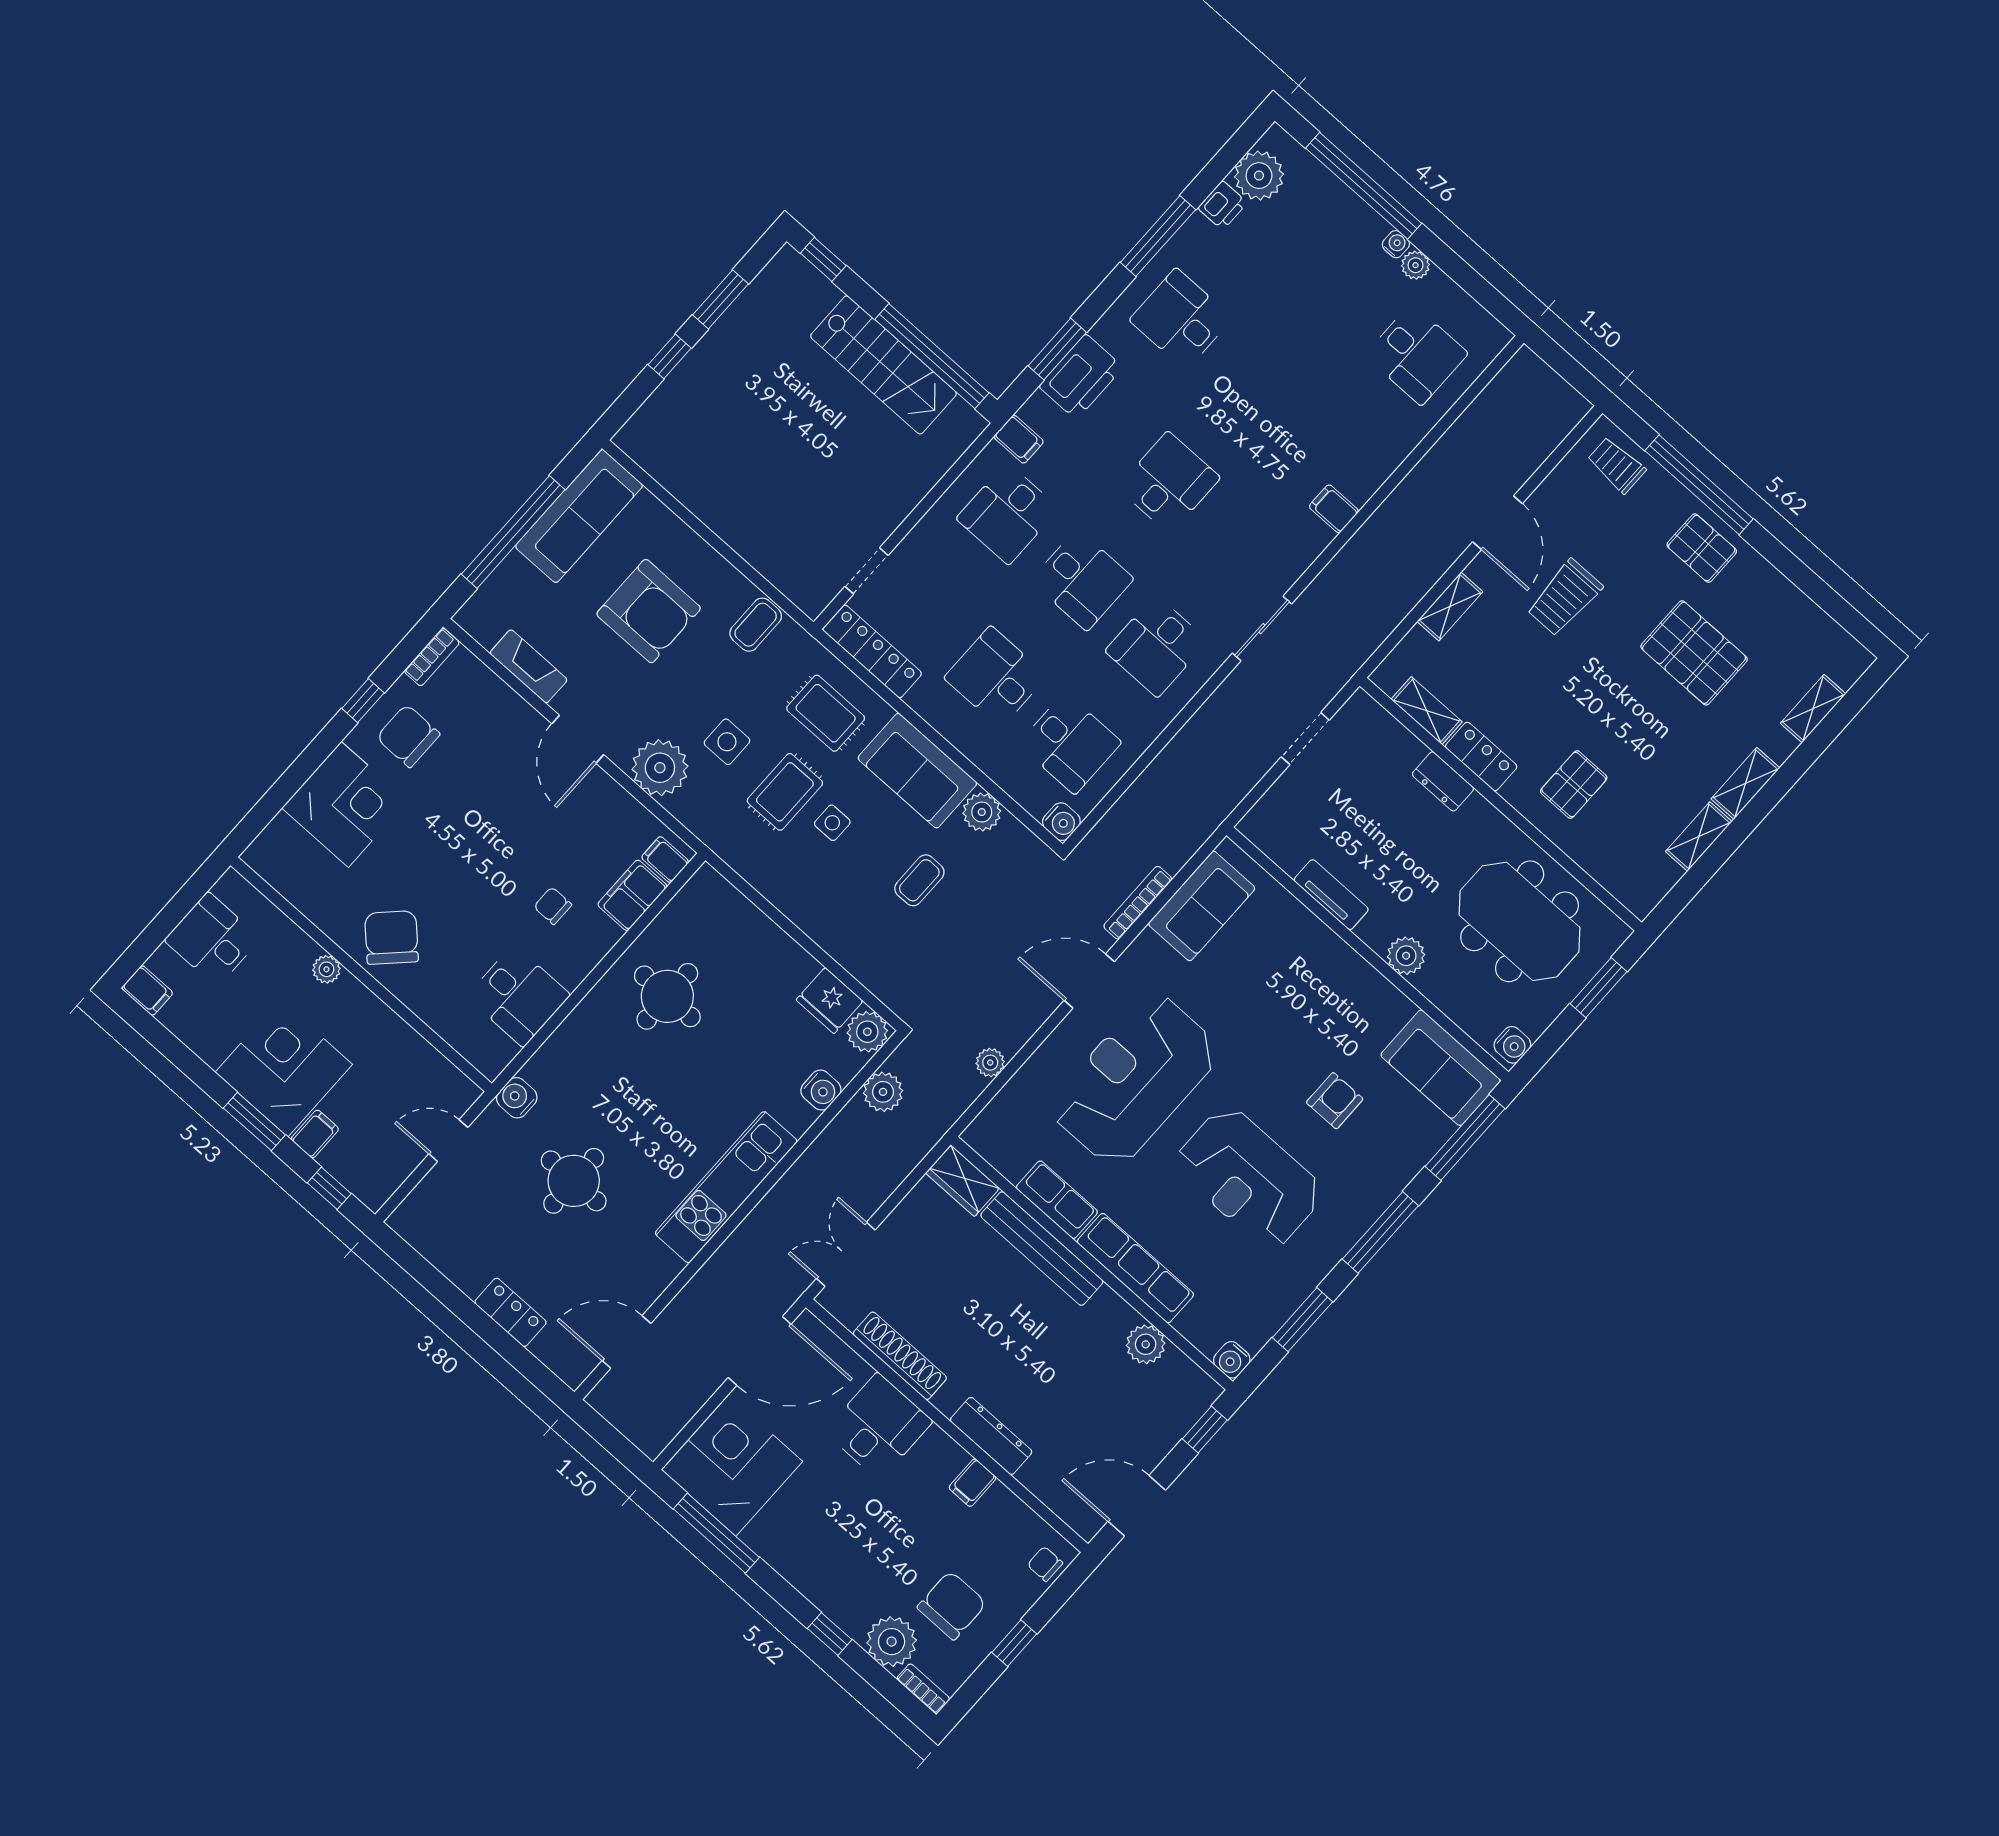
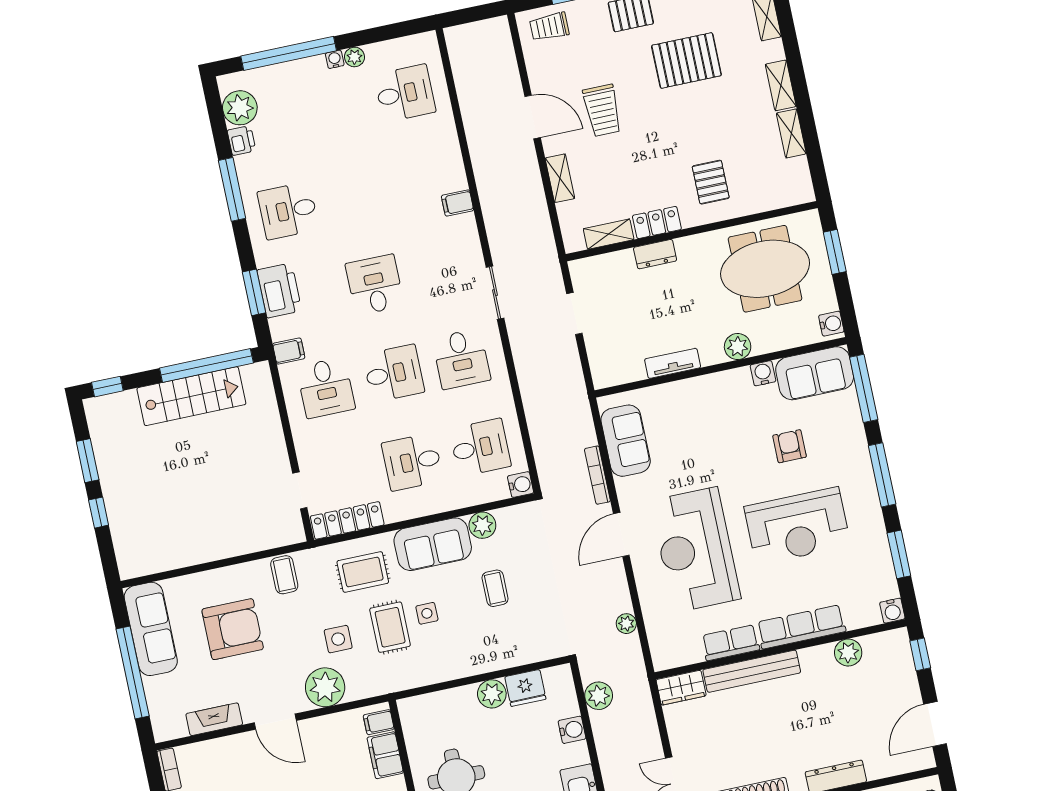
water cooler: (1397, 1008) -> (763, 373), added
plant: (867, 1032) -> (492, 694), moved

